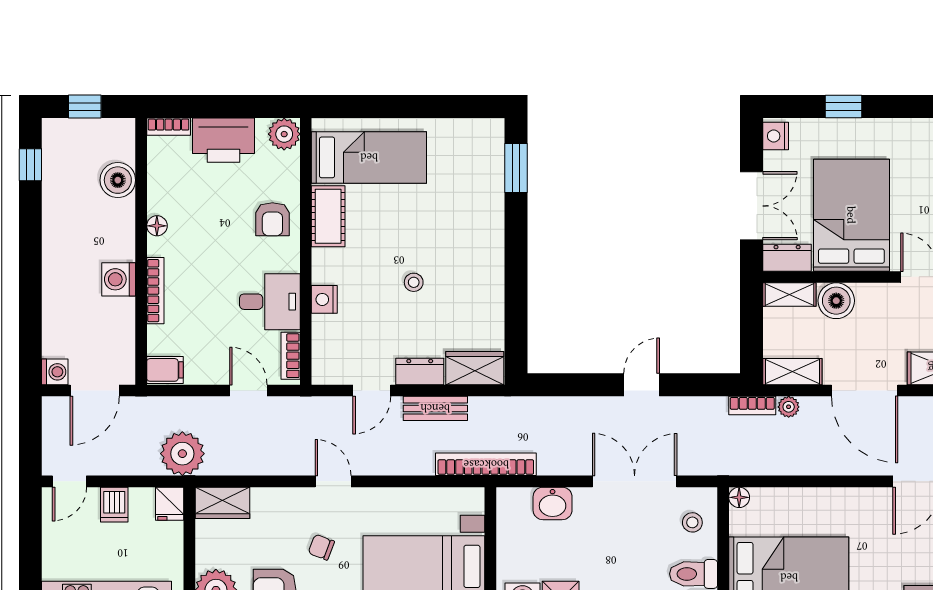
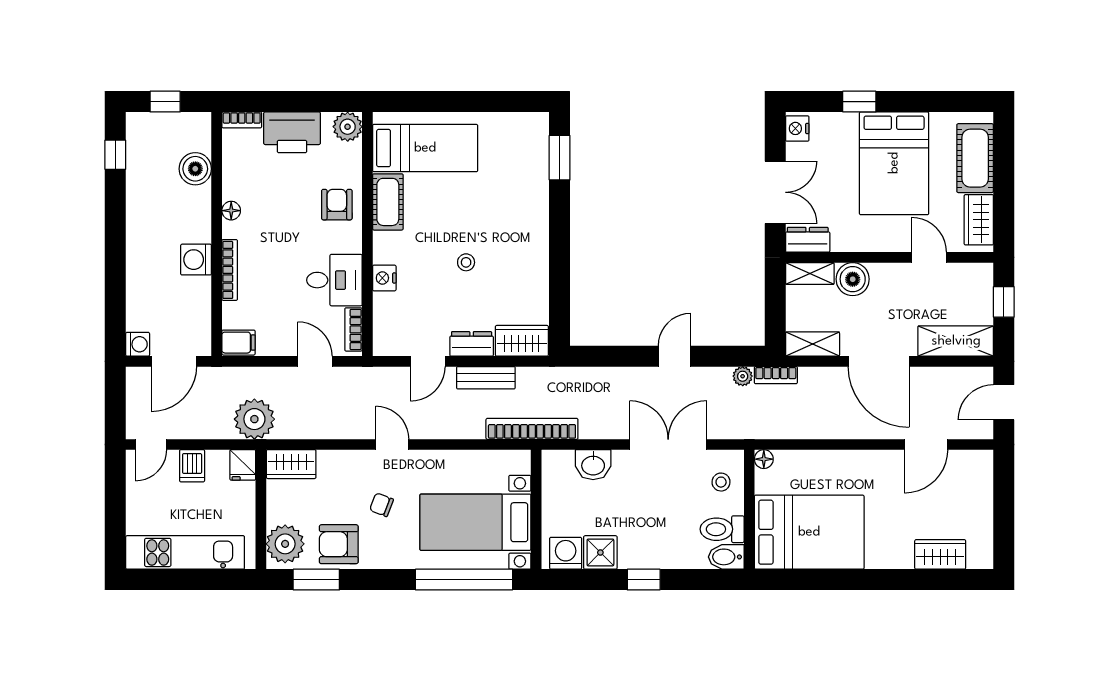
bed: (851, 215) -> (894, 163), moved, turned 180
armchair: (272, 219) -> (337, 205), turned 180
plant: (789, 407) -> (743, 376), moved

